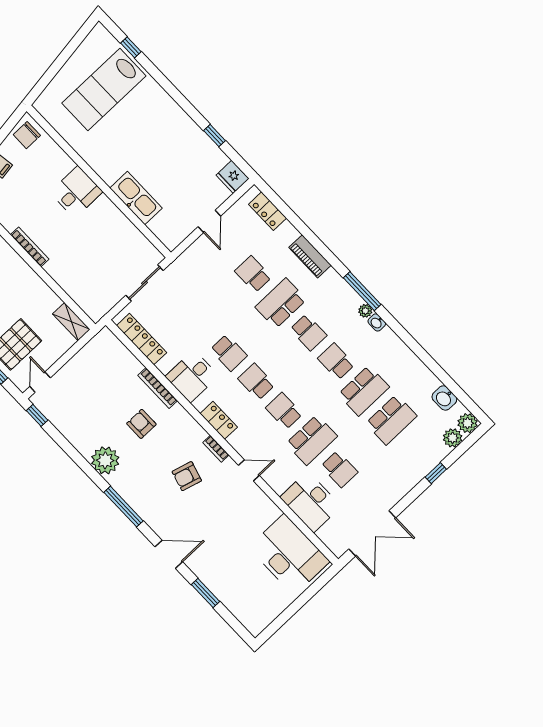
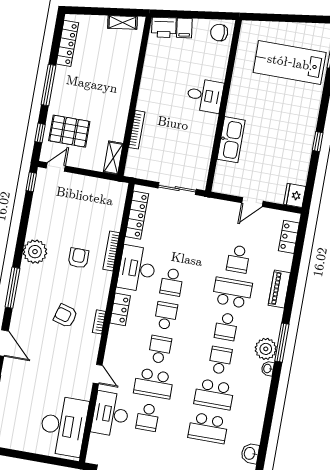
window: (215, 136) -> (318, 142), moved
bookcase: (30, 247) -> (137, 130), moved
school desk: (253, 274) -> (238, 259), turned 180
plant: (365, 311) -> (266, 349), width x1.88, depth x1.88
desk: (192, 376) -> (137, 269), width x1.37
door: (249, 470) -> (98, 374), moved

